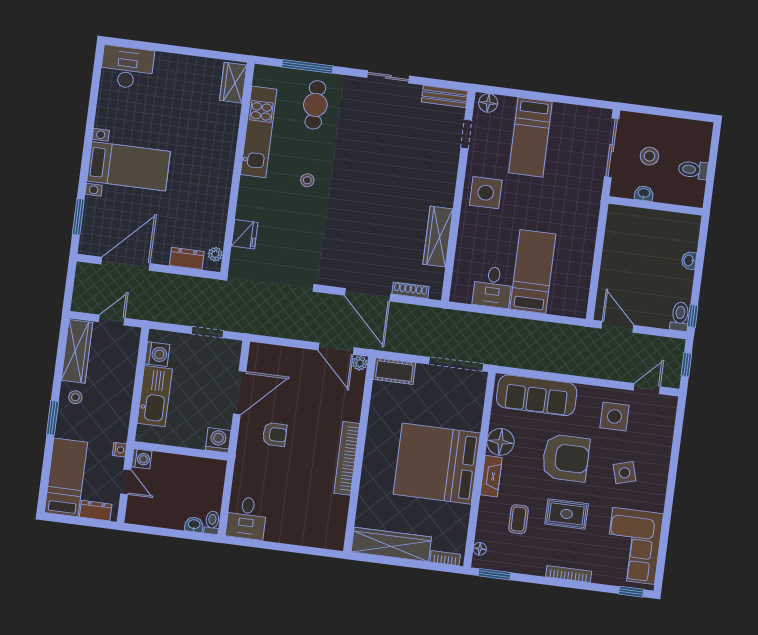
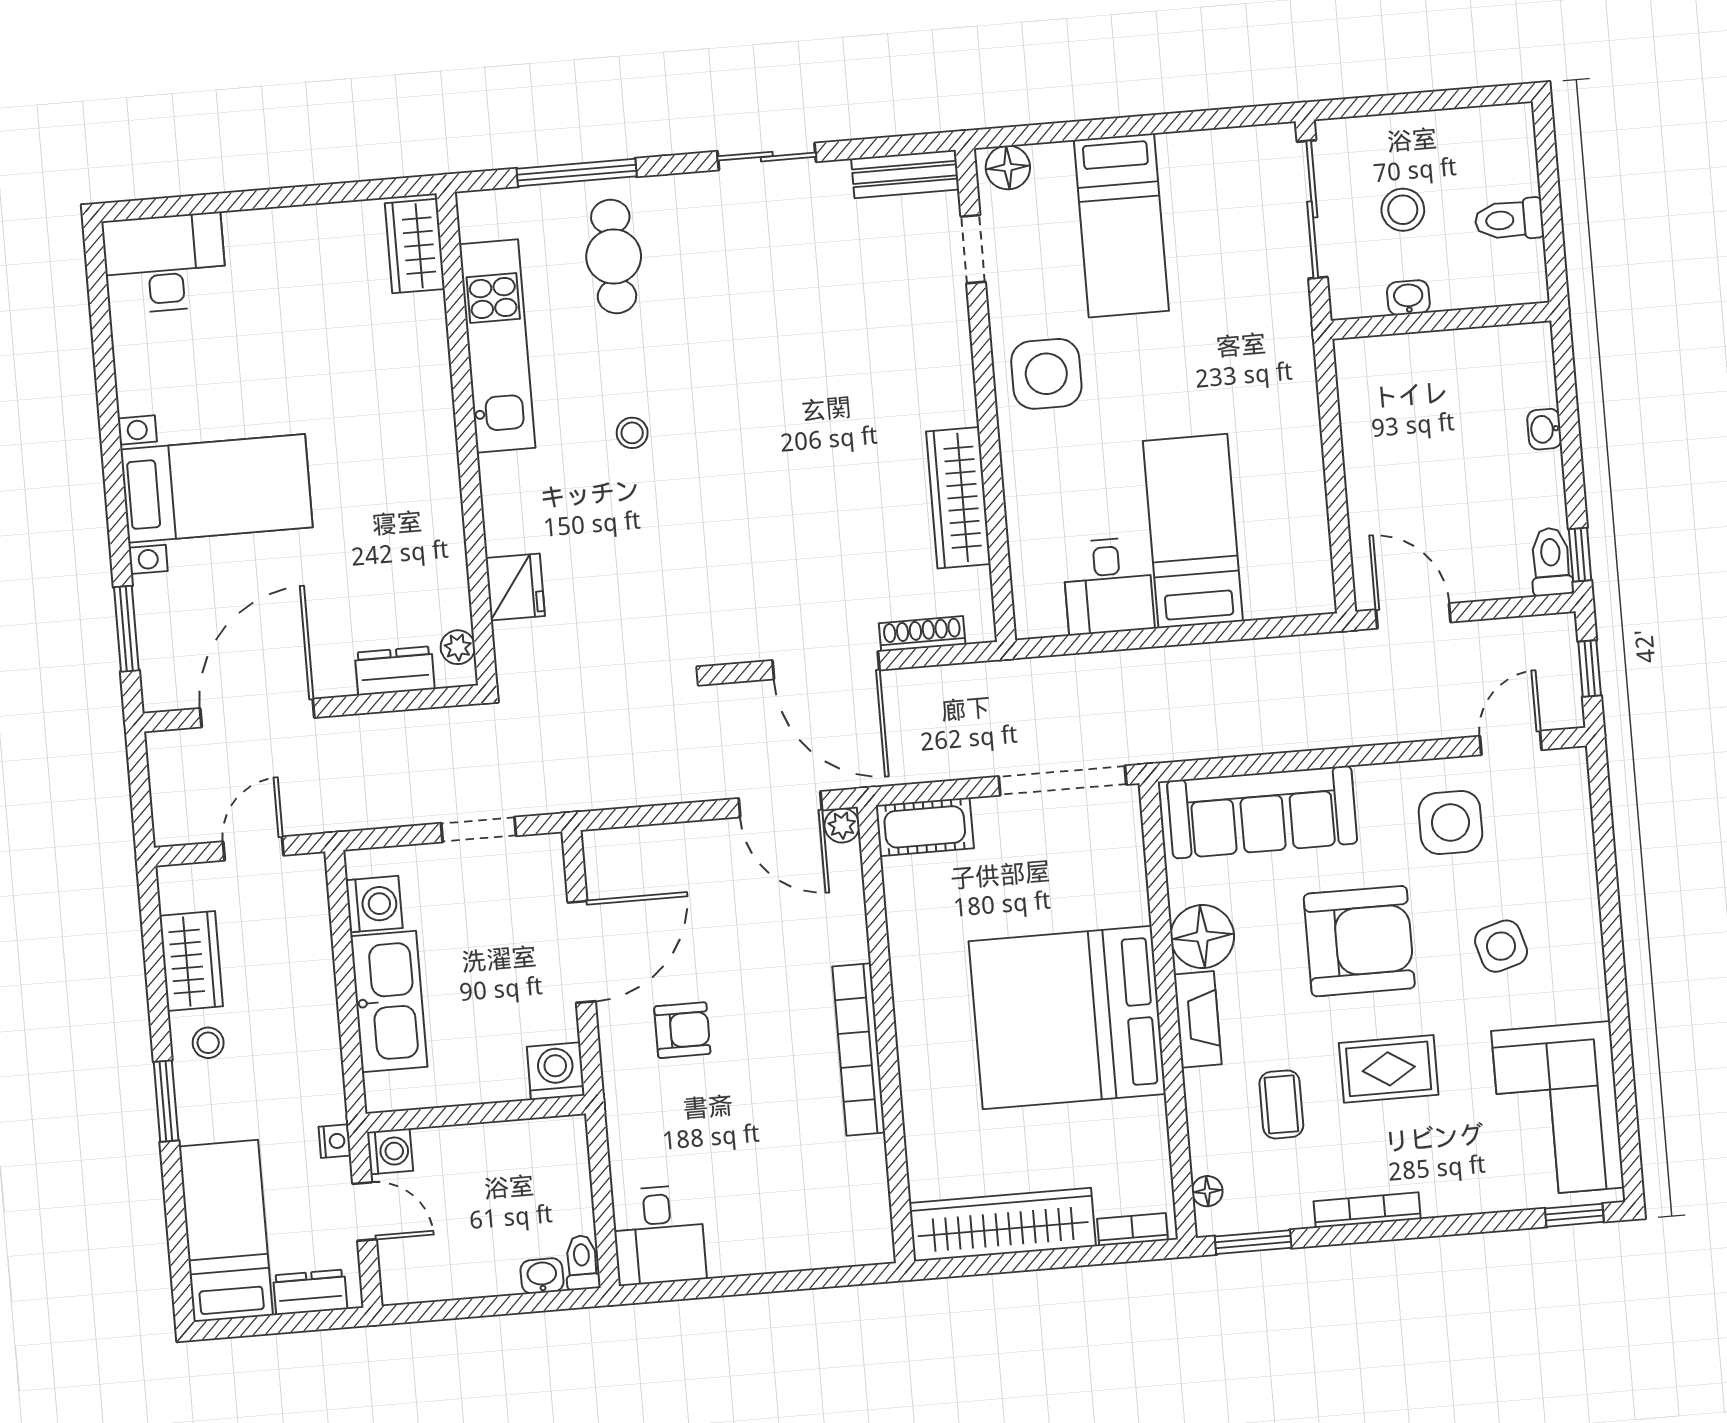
wardrobe: (77, 351) -> (191, 961), width x0.67
bookcase: (569, 574) -> (1367, 1210), moved

